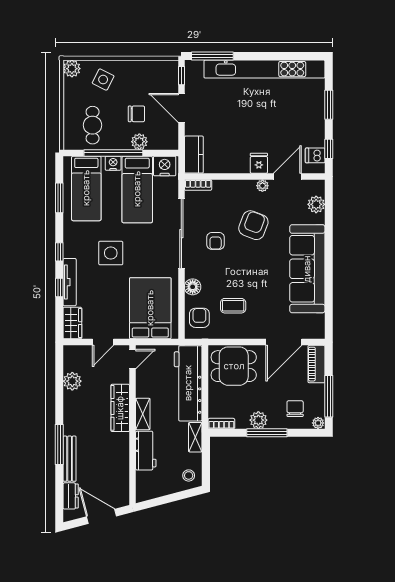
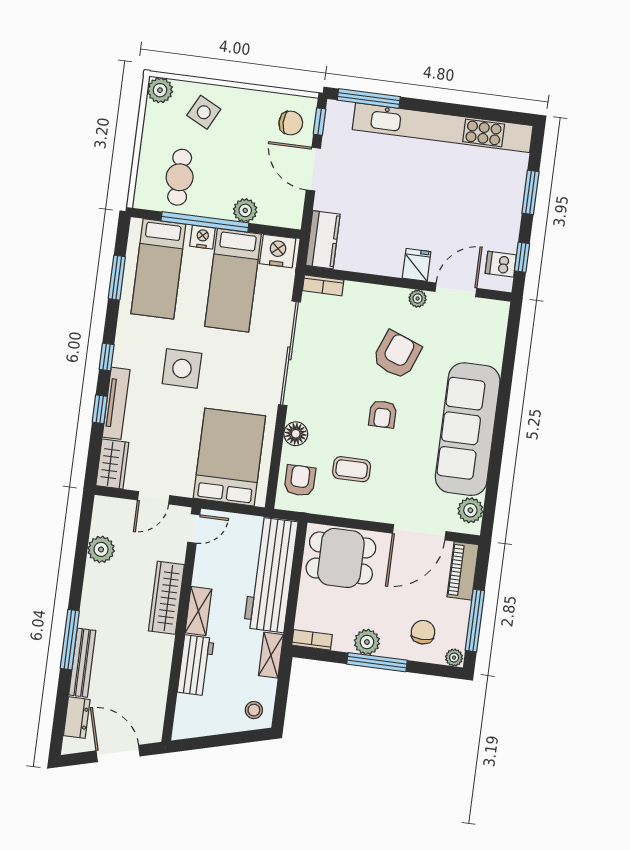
chair: (136, 114) -> (291, 123), moved
plant: (316, 204) -> (470, 510), moved
armchair: (216, 241) -> (383, 414), moved

